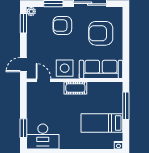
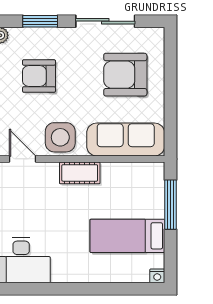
armchair: (62, 25) -> (39, 76), moved

